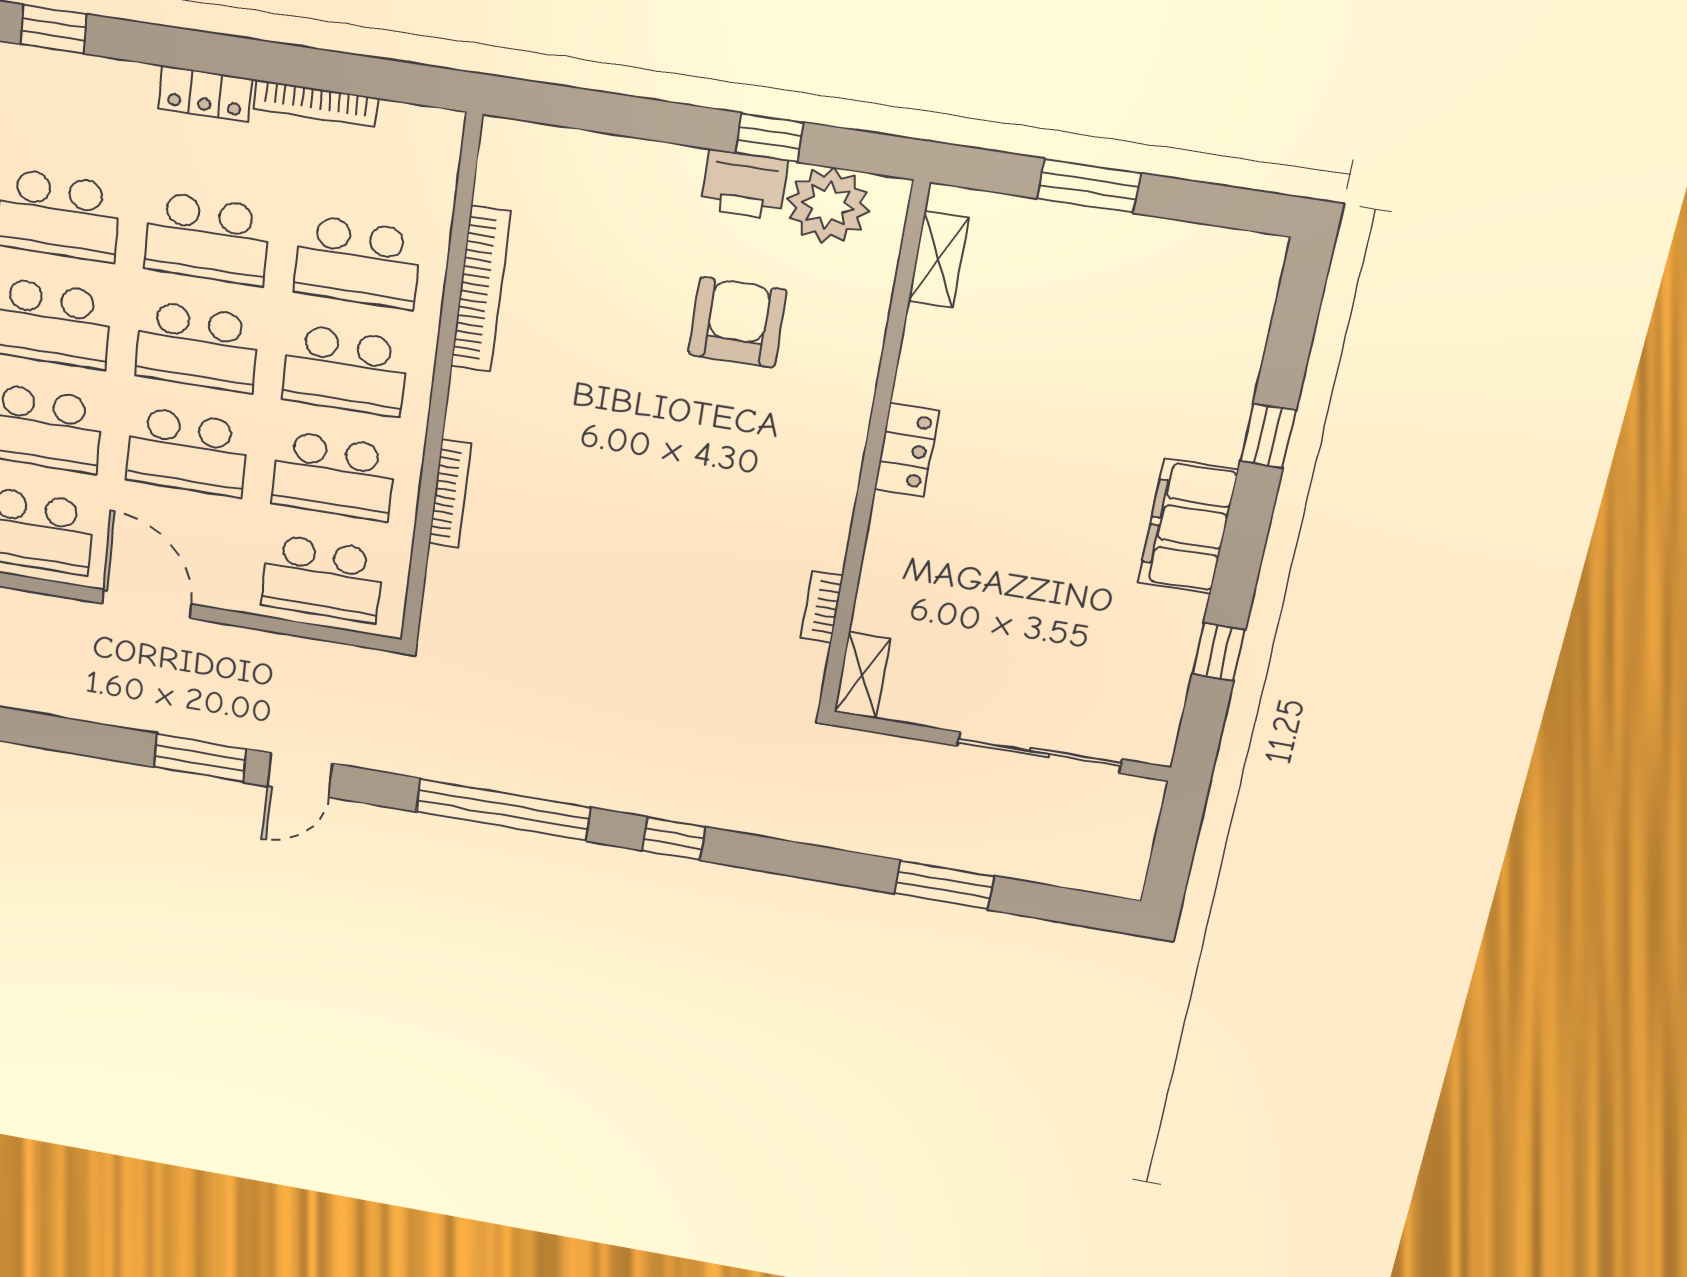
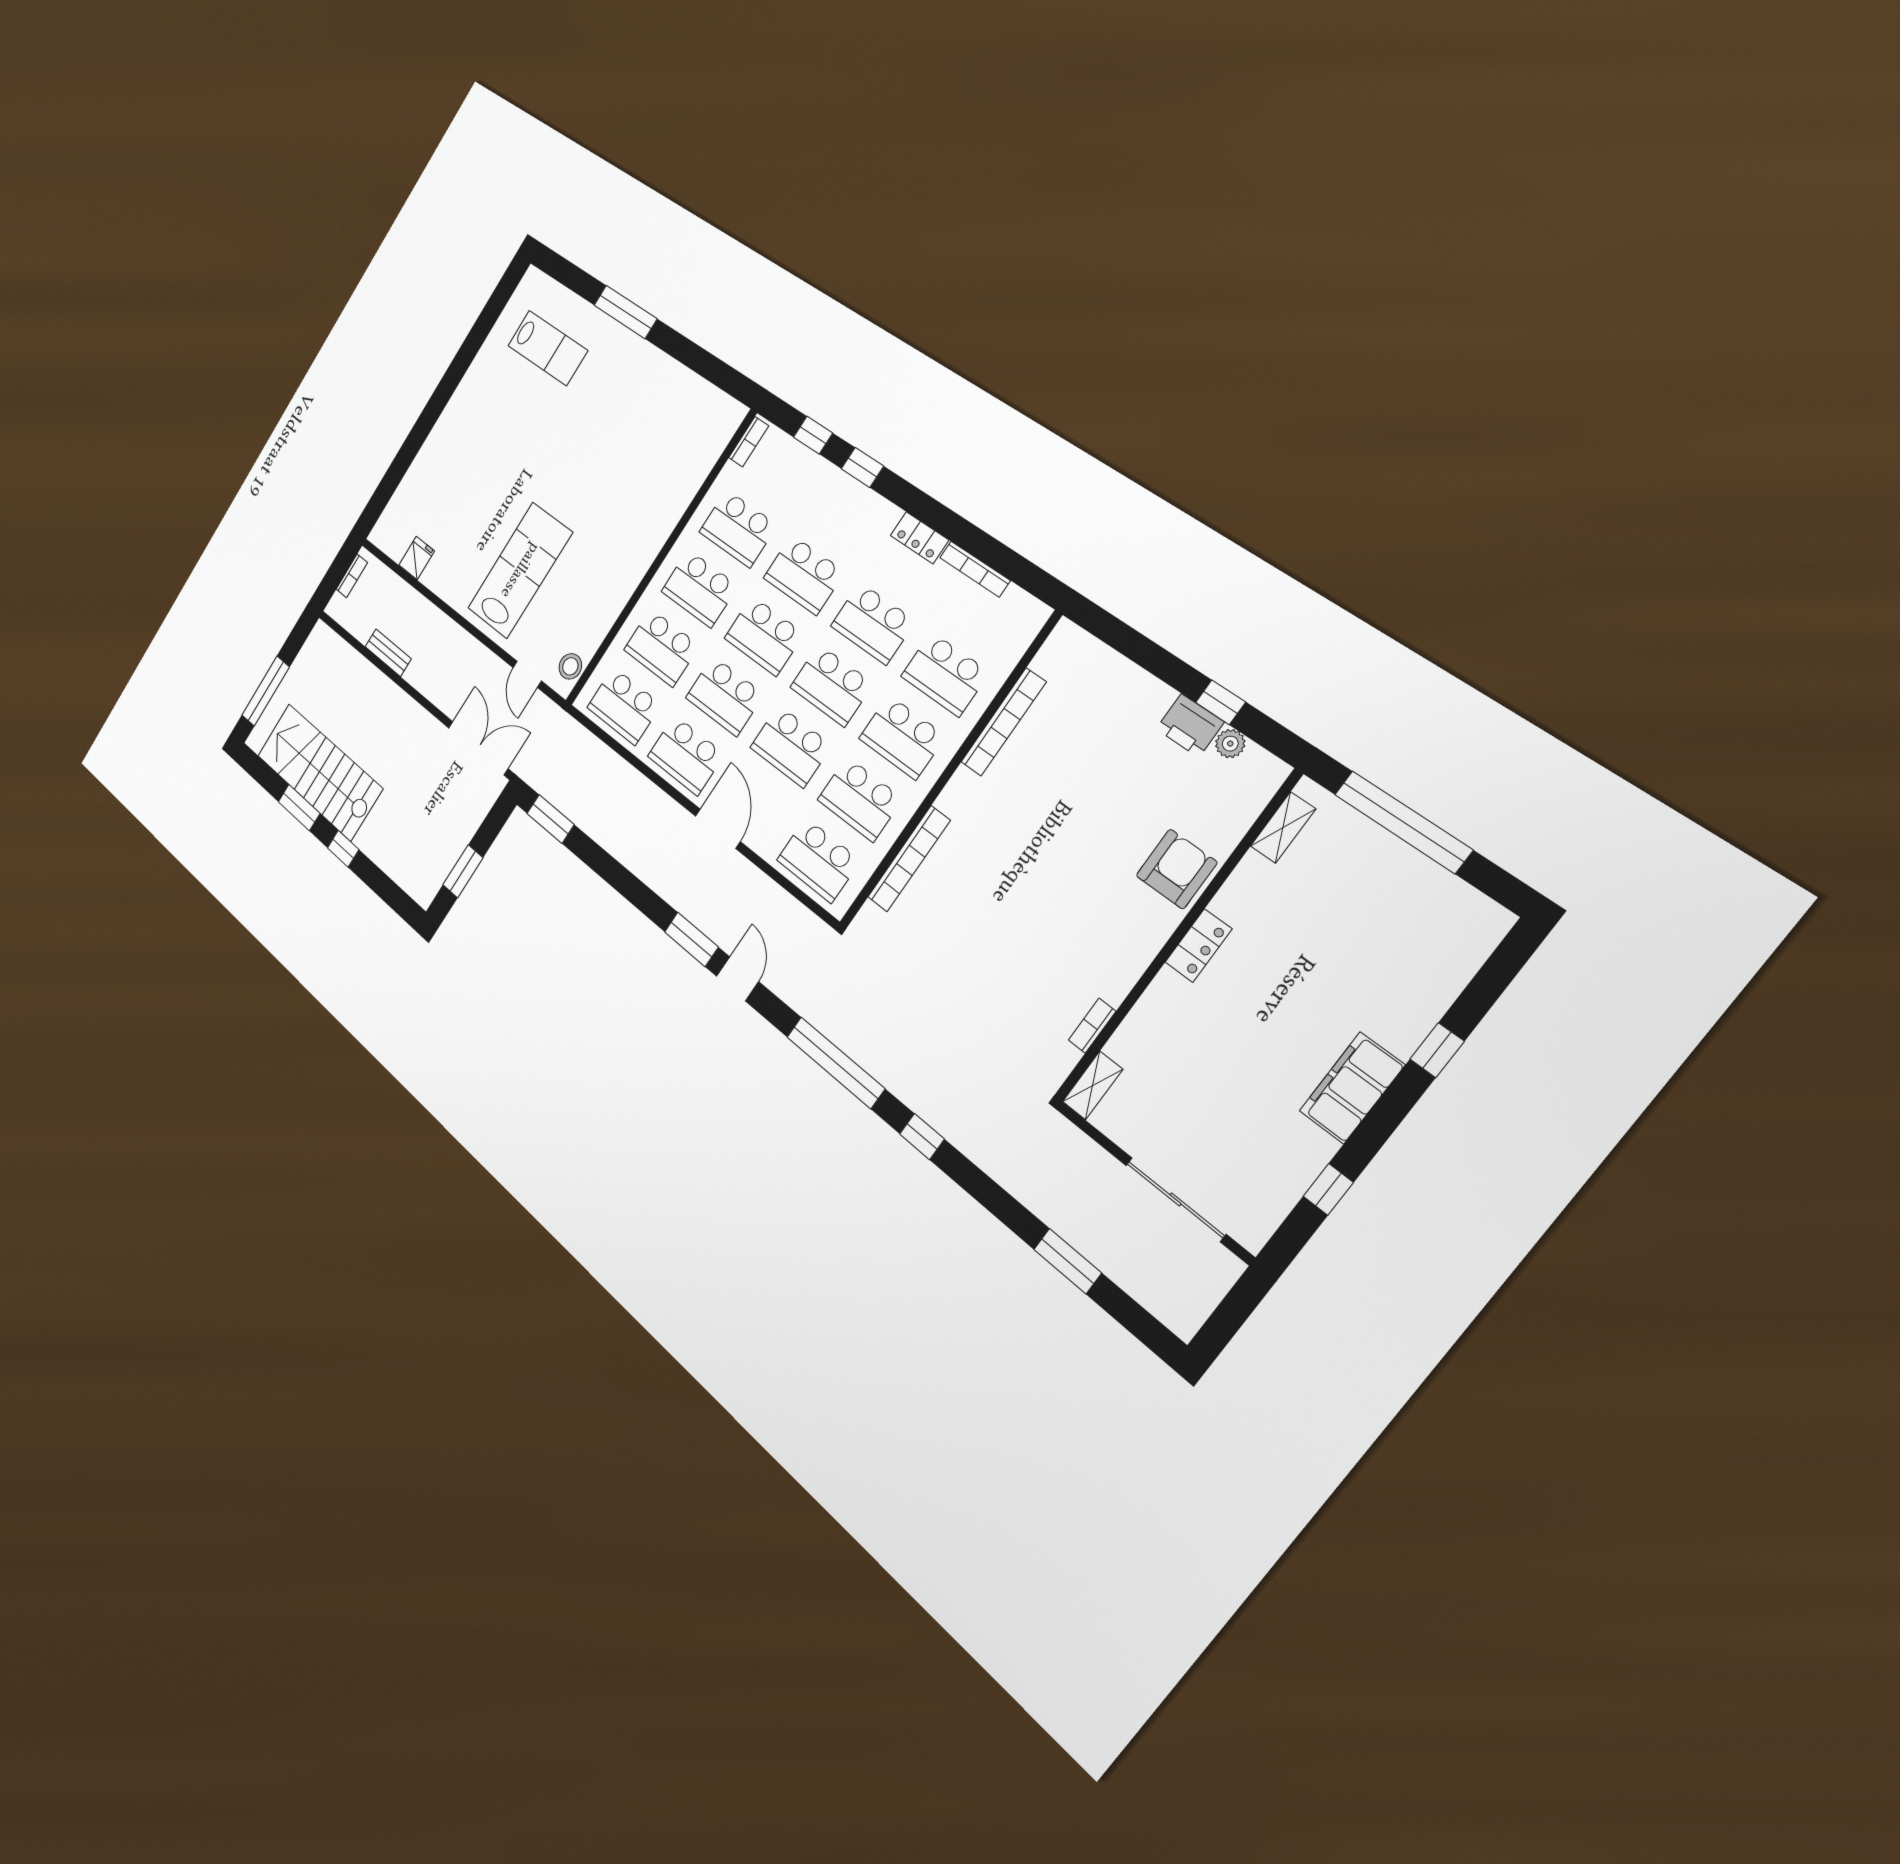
window: (1089, 186) -> (1403, 822), width x2.11
plant: (828, 205) -> (1230, 744), width x0.53, depth x0.53
armchair: (737, 322) -> (1177, 869), moved
bookcase: (450, 494) -> (909, 859), width x1.48, depth x1.31
door: (300, 775) -> (738, 979), swing flipped

